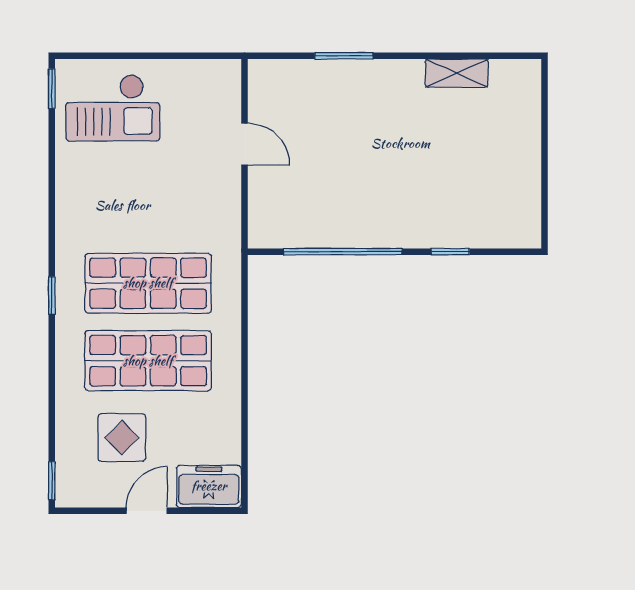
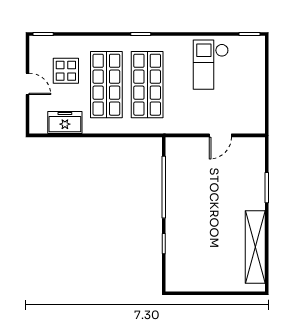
shelving: (457, 73) -> (255, 247), width x2.20, depth x1.33
checkout: (113, 108) -> (211, 65), moved
freezer: (209, 486) -> (65, 123), moved, turned -90

